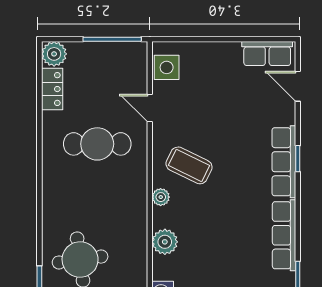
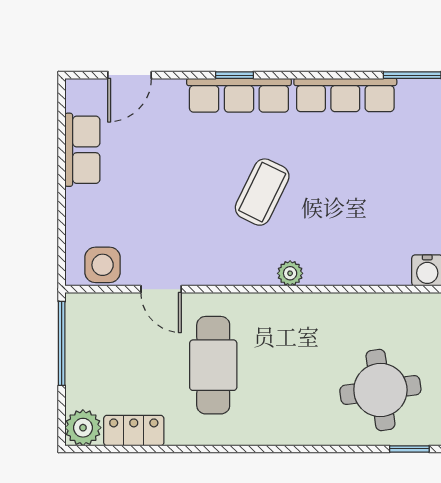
row of seats: (267, 54) -> (82, 150), moved
door: (150, 108) -> (161, 289), hinge flipped
coffee table: (189, 165) -> (262, 192), moved
plant: (165, 242) -> (355, 267), removed

